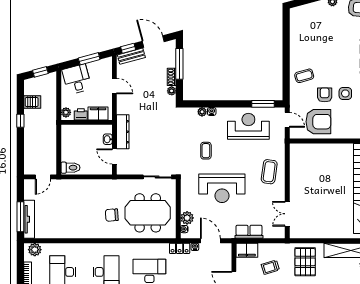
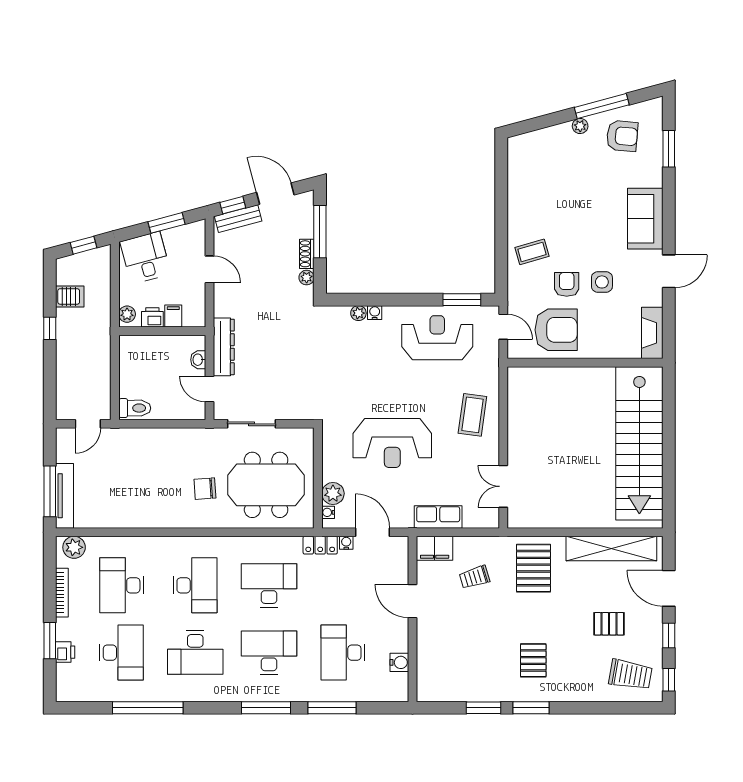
filing cabinet: (98, 113) -> (173, 316), width x0.50
coffee table: (206, 151) -> (365, 379), removed
sliding door: (157, 177) -> (251, 424), moved

